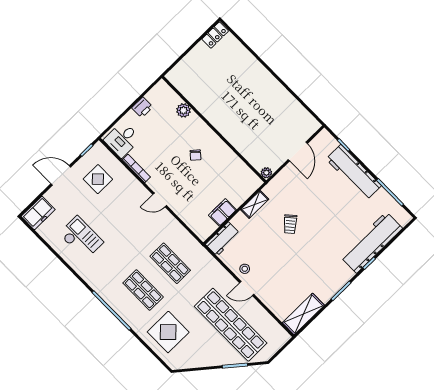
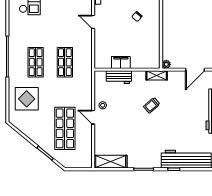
shelving: (255, 204) -> (157, 75), moved
workbench: (223, 239) -> (119, 77), moved
shop shelf: (231, 325) -> (65, 128), width x0.71

